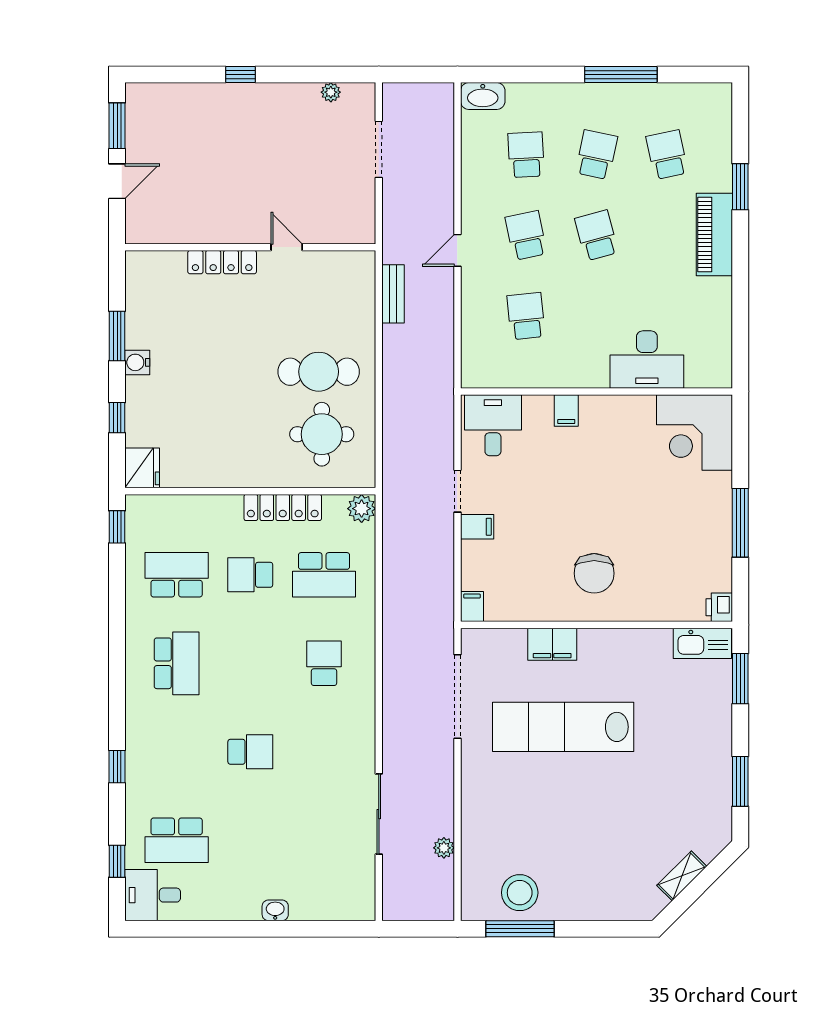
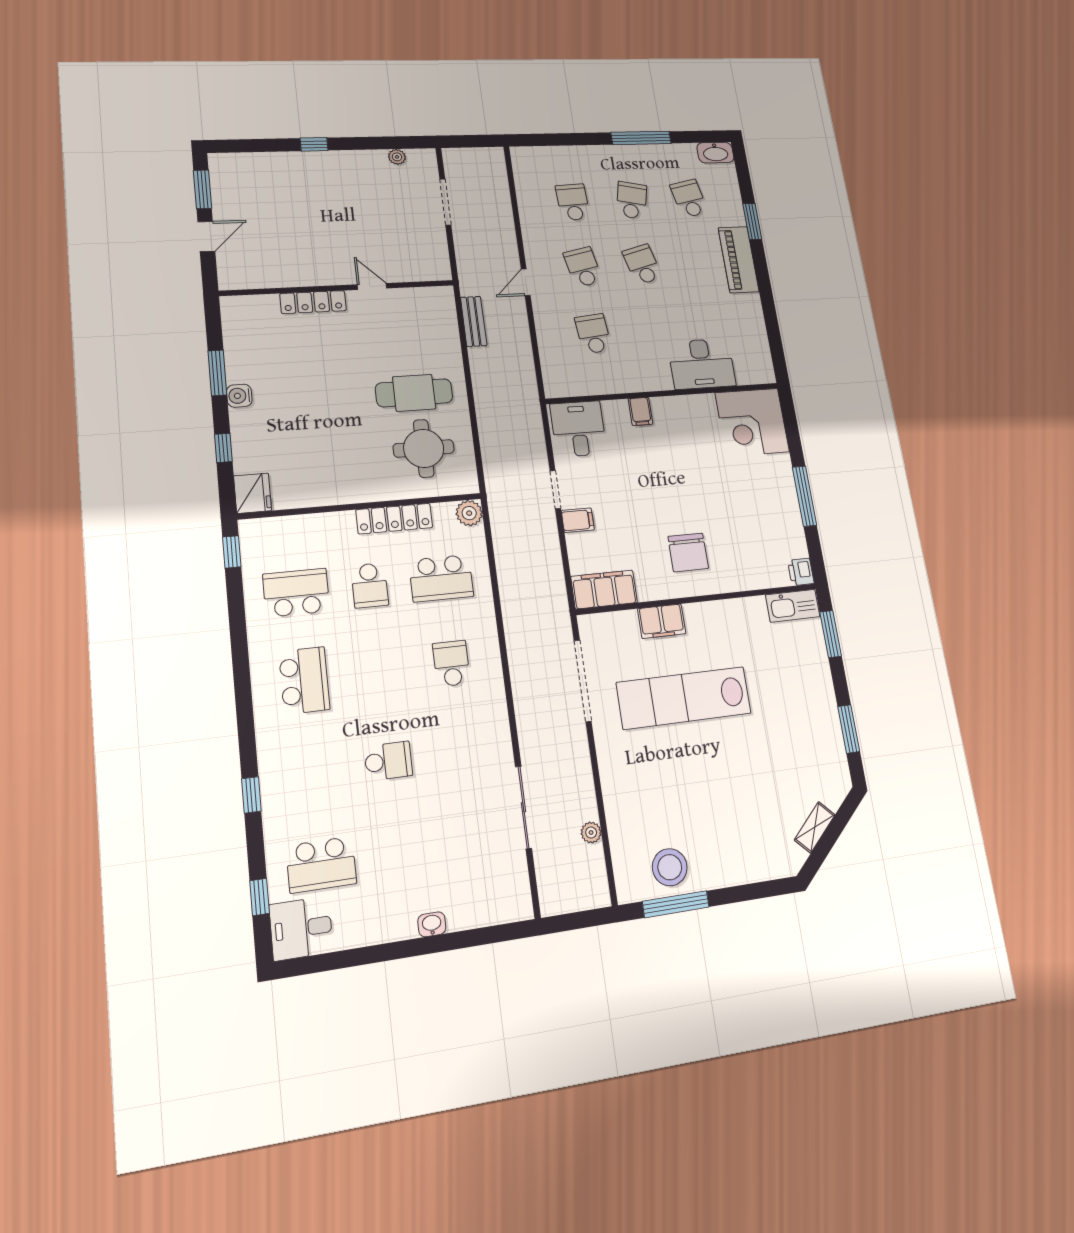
washbasin: (483, 96) -> (715, 153), moved
school desk: (250, 575) -> (370, 585), turned -90
filing cabinet: (472, 607) -> (604, 590), width x3.00, depth x1.17

